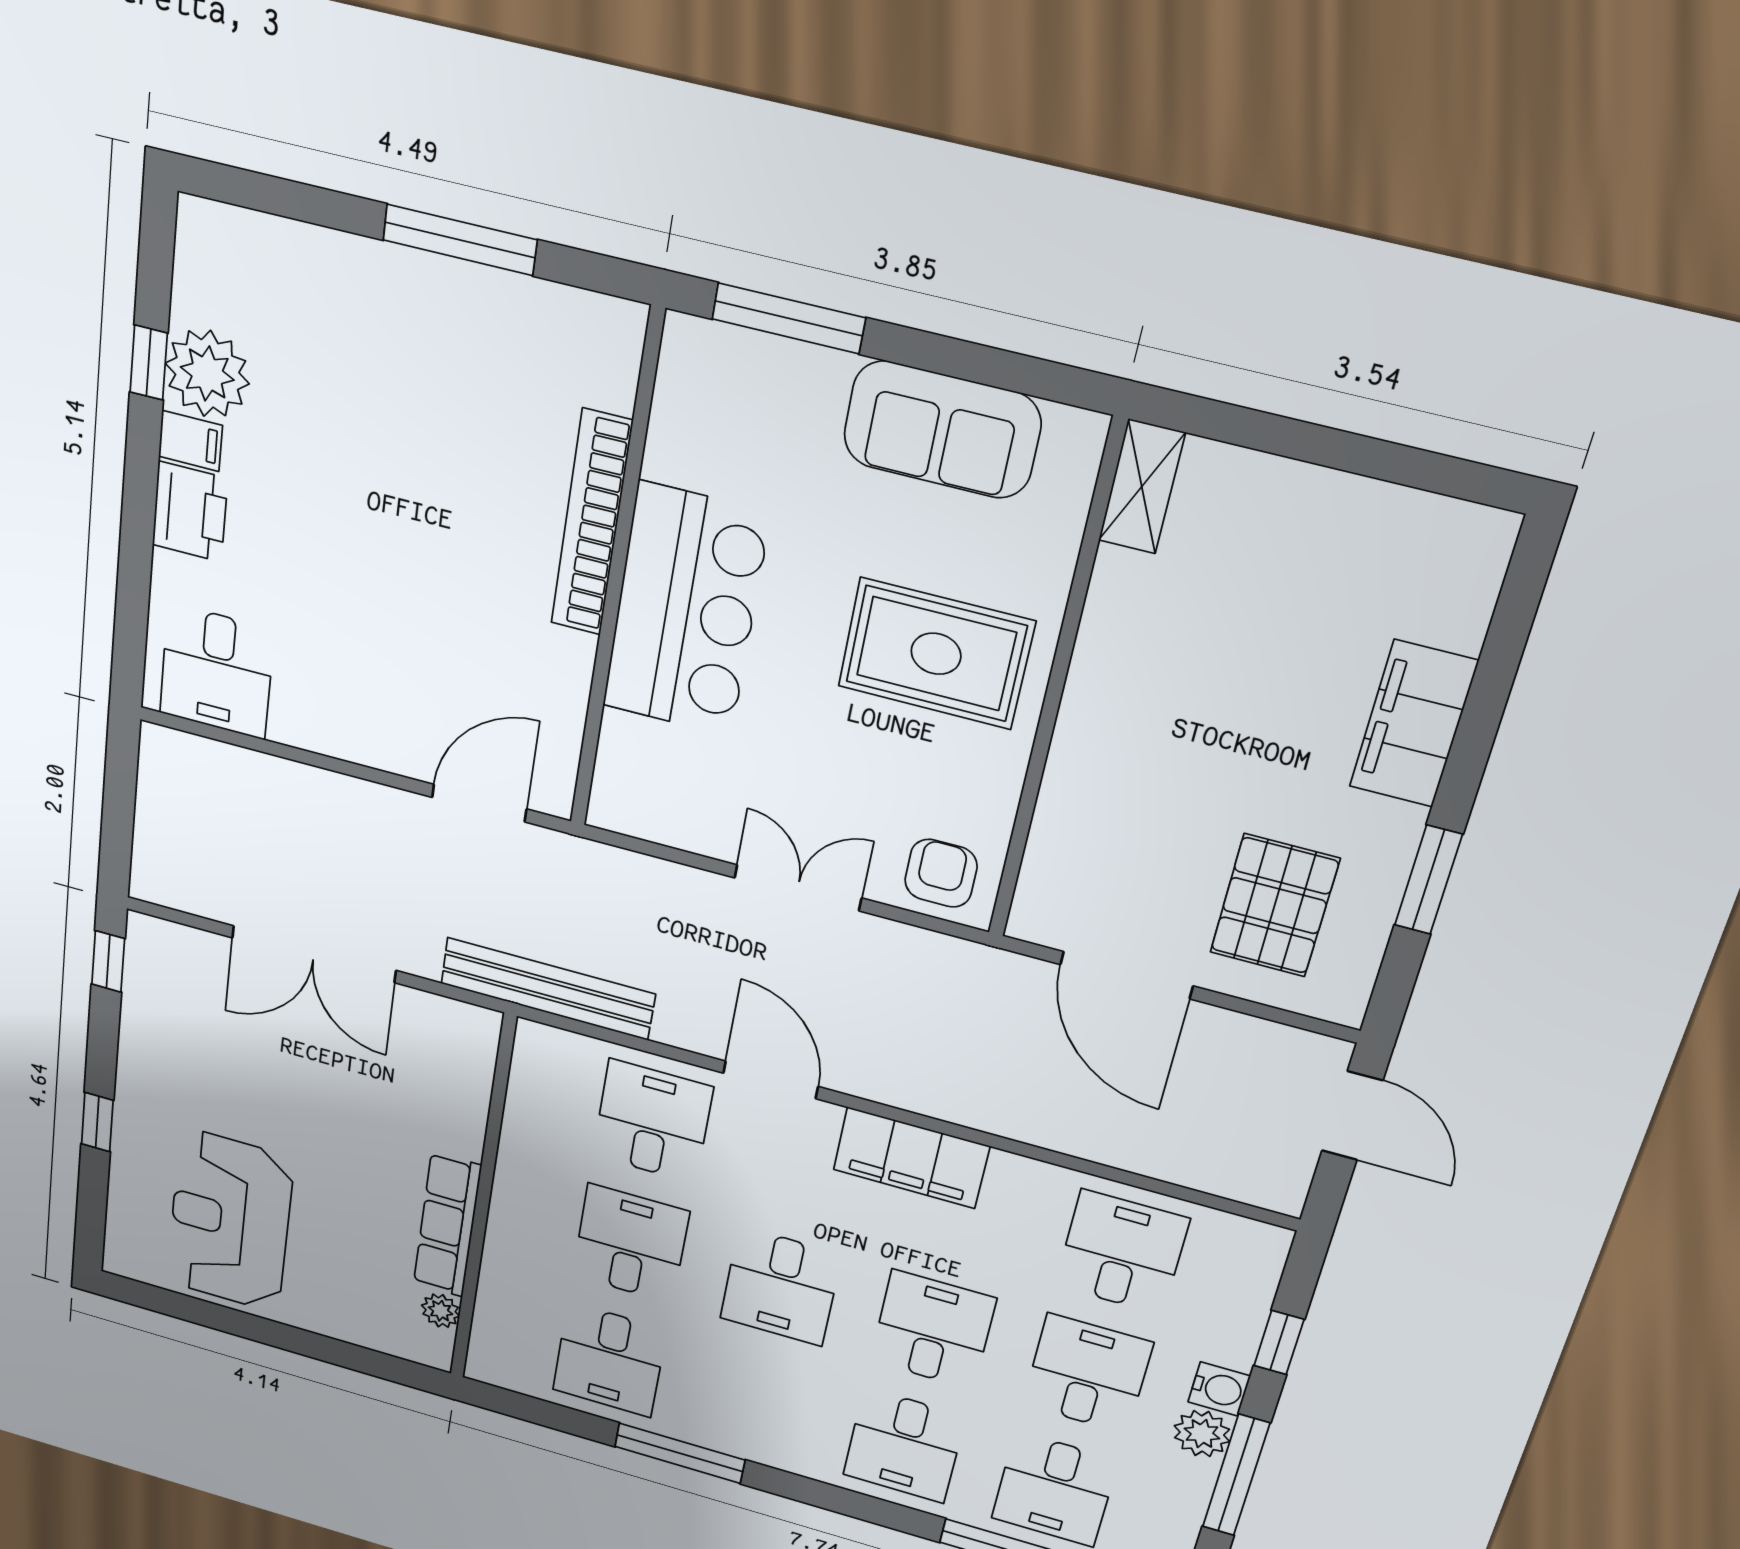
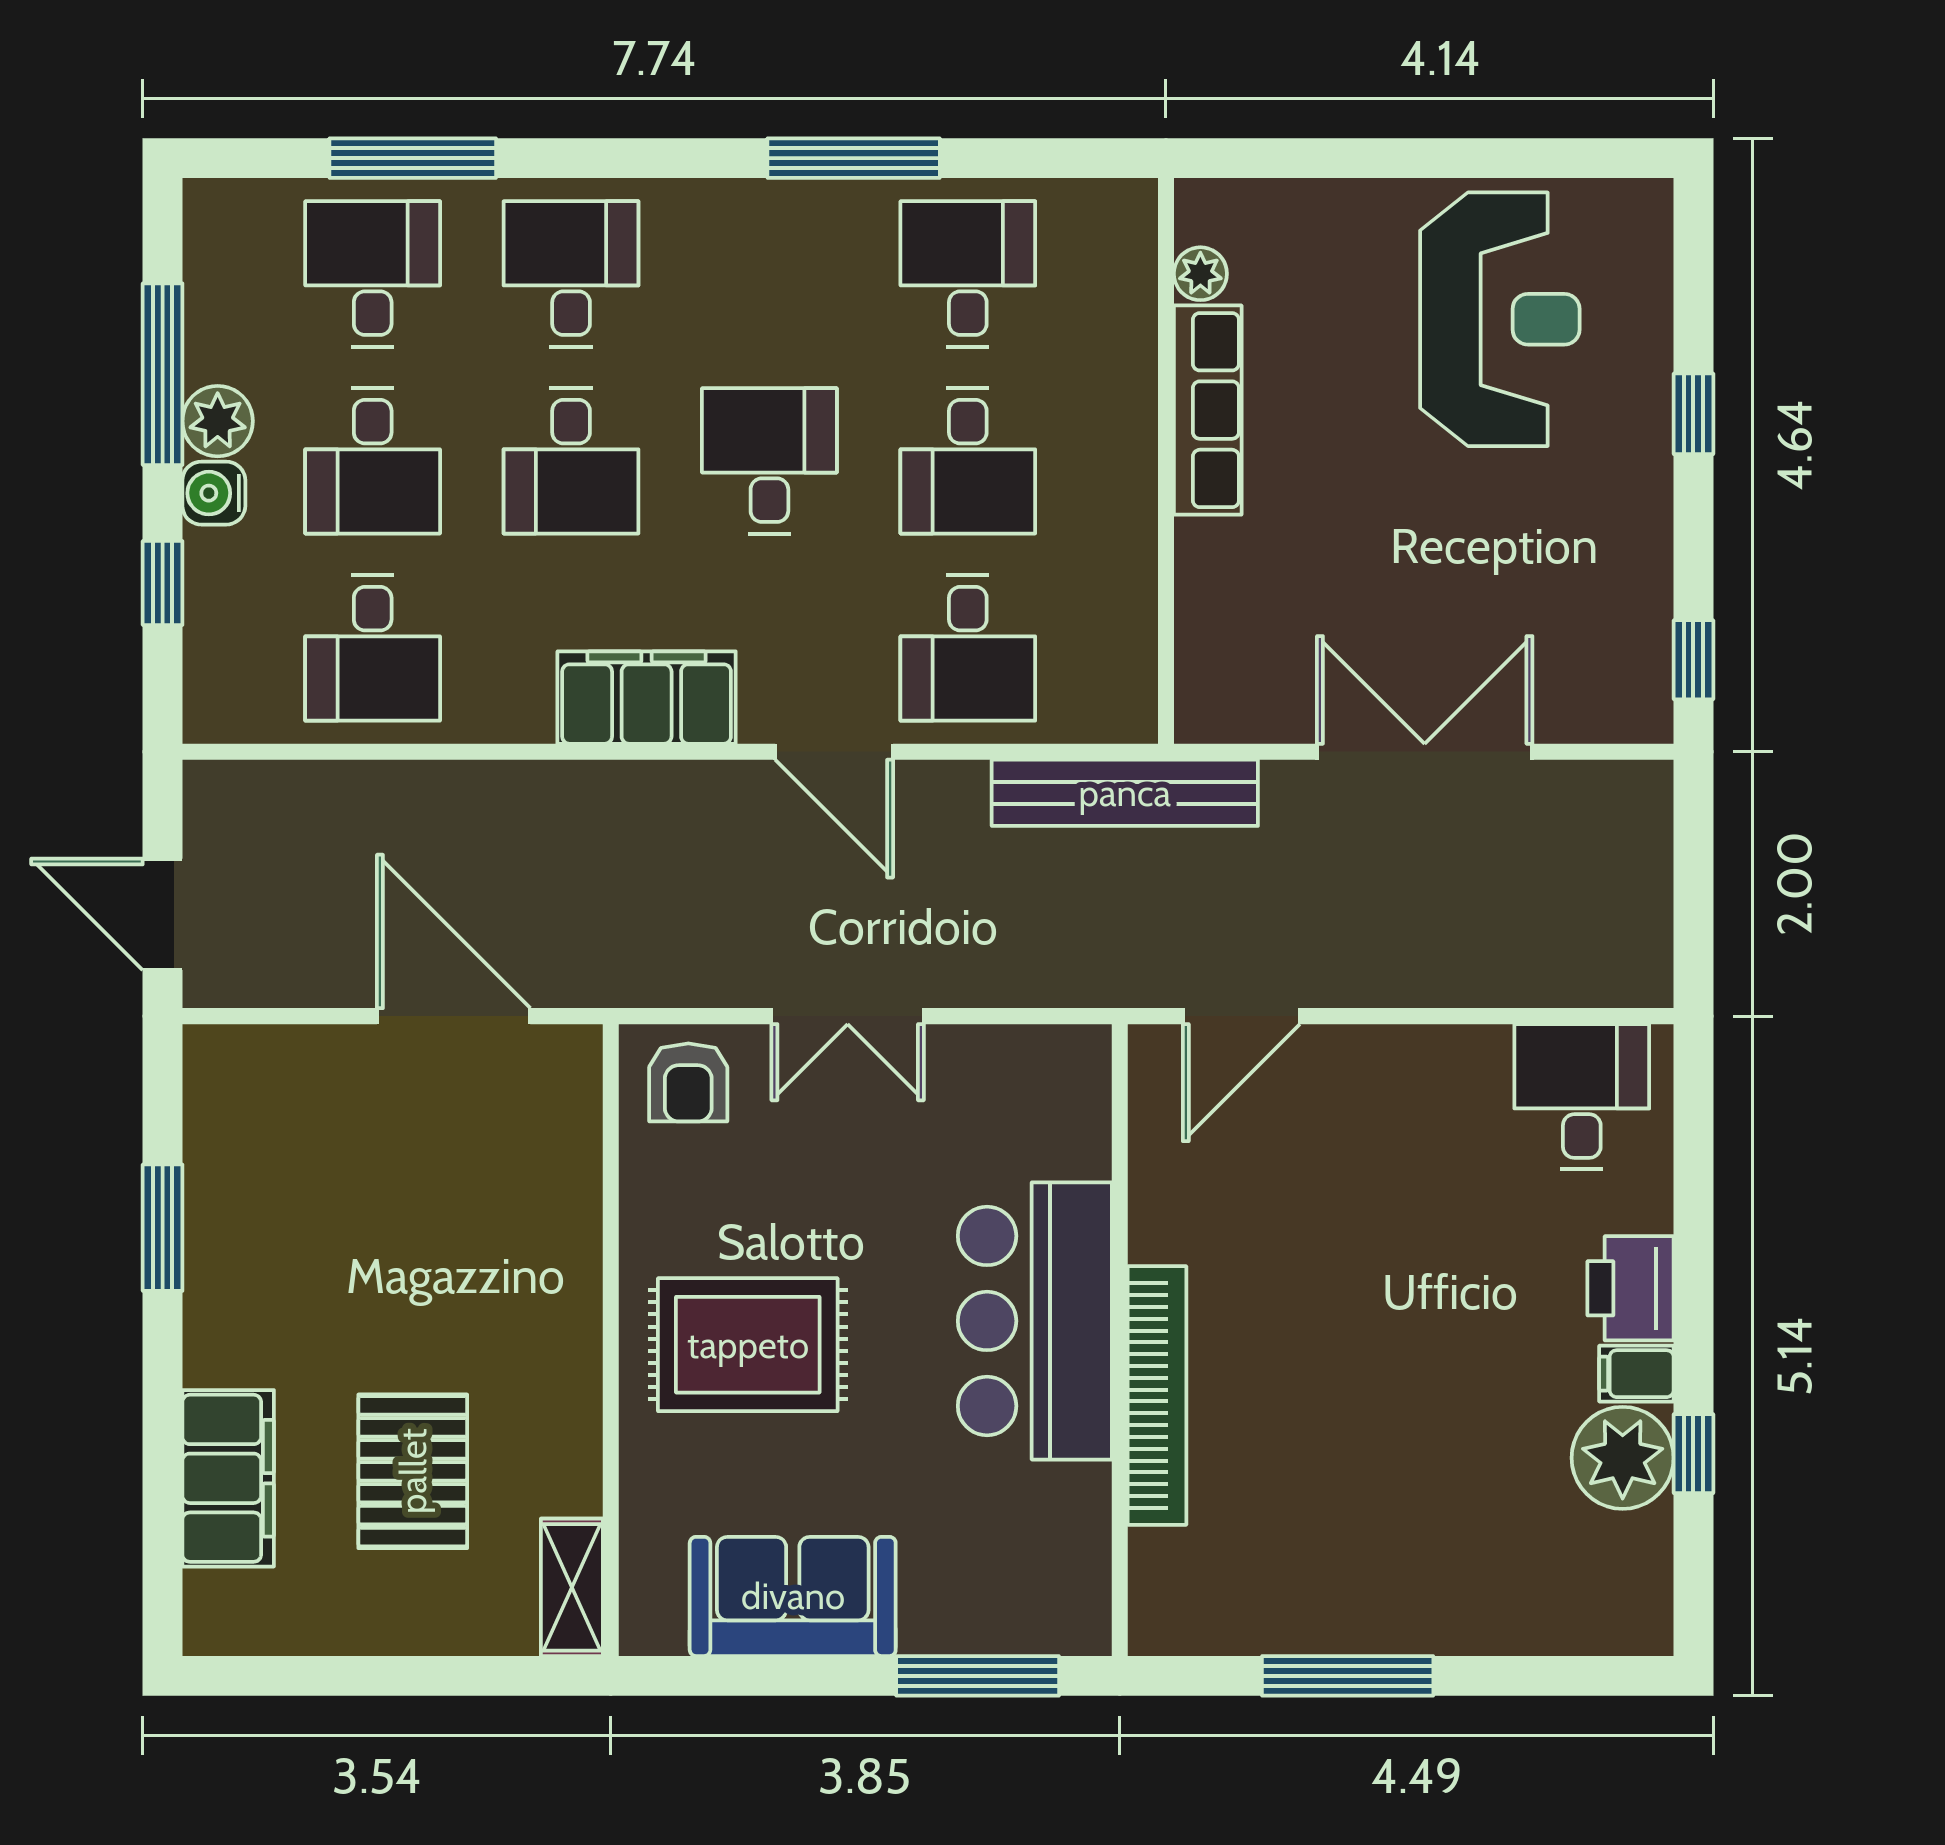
filing cabinet: (1414, 724) -> (228, 1478), moved
pallet: (1275, 906) -> (413, 1471), moved

